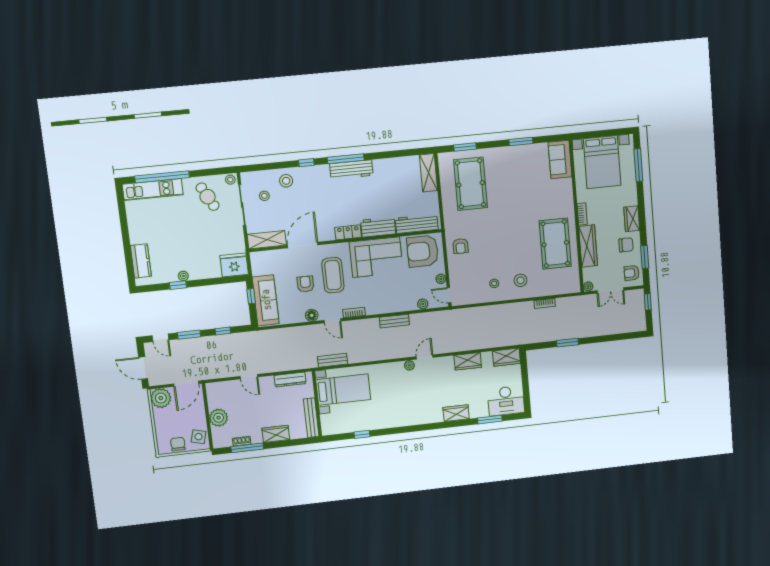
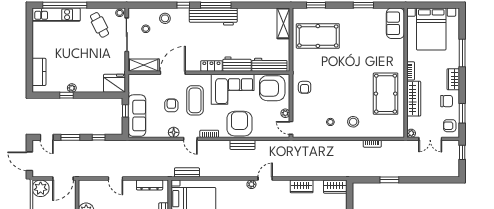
window: (638, 165) -> (462, 53), moved
workbench: (351, 170) -> (213, 17), width x1.36, depth x1.32
pool table: (471, 184) -> (318, 36), turned 90
armchair: (388, 297) -> (239, 124), added
plant: (423, 304) -> (268, 133), removed

